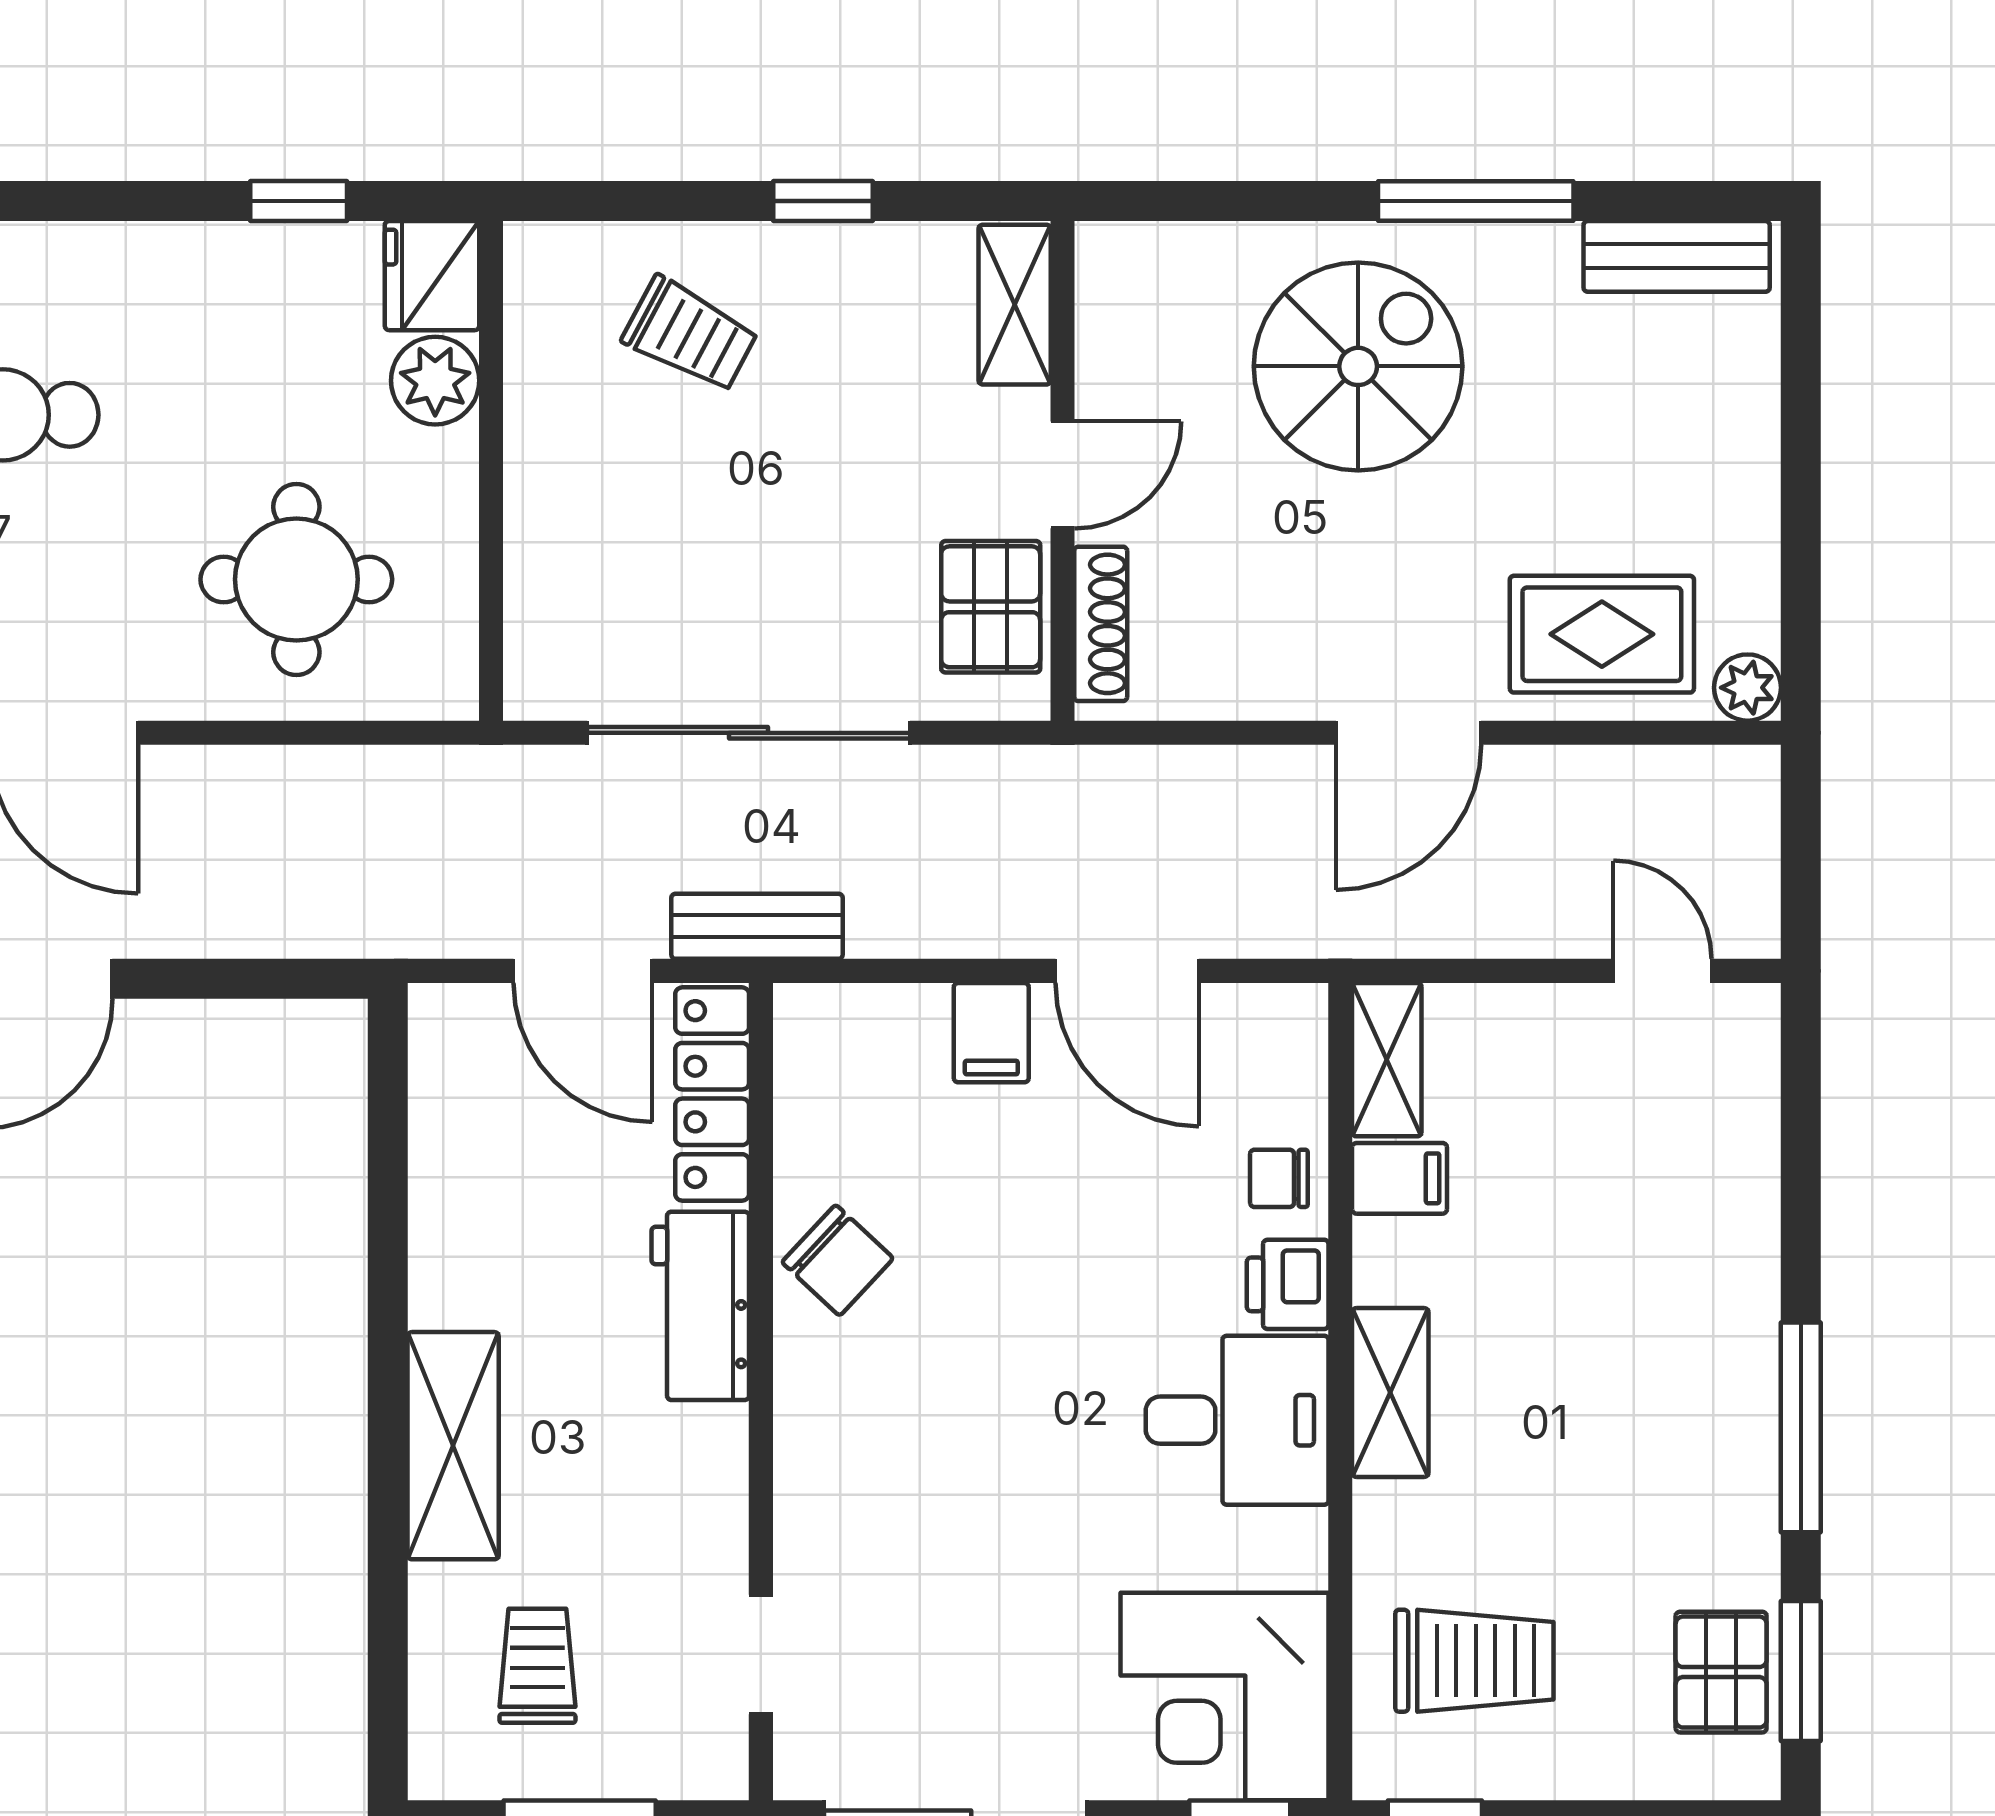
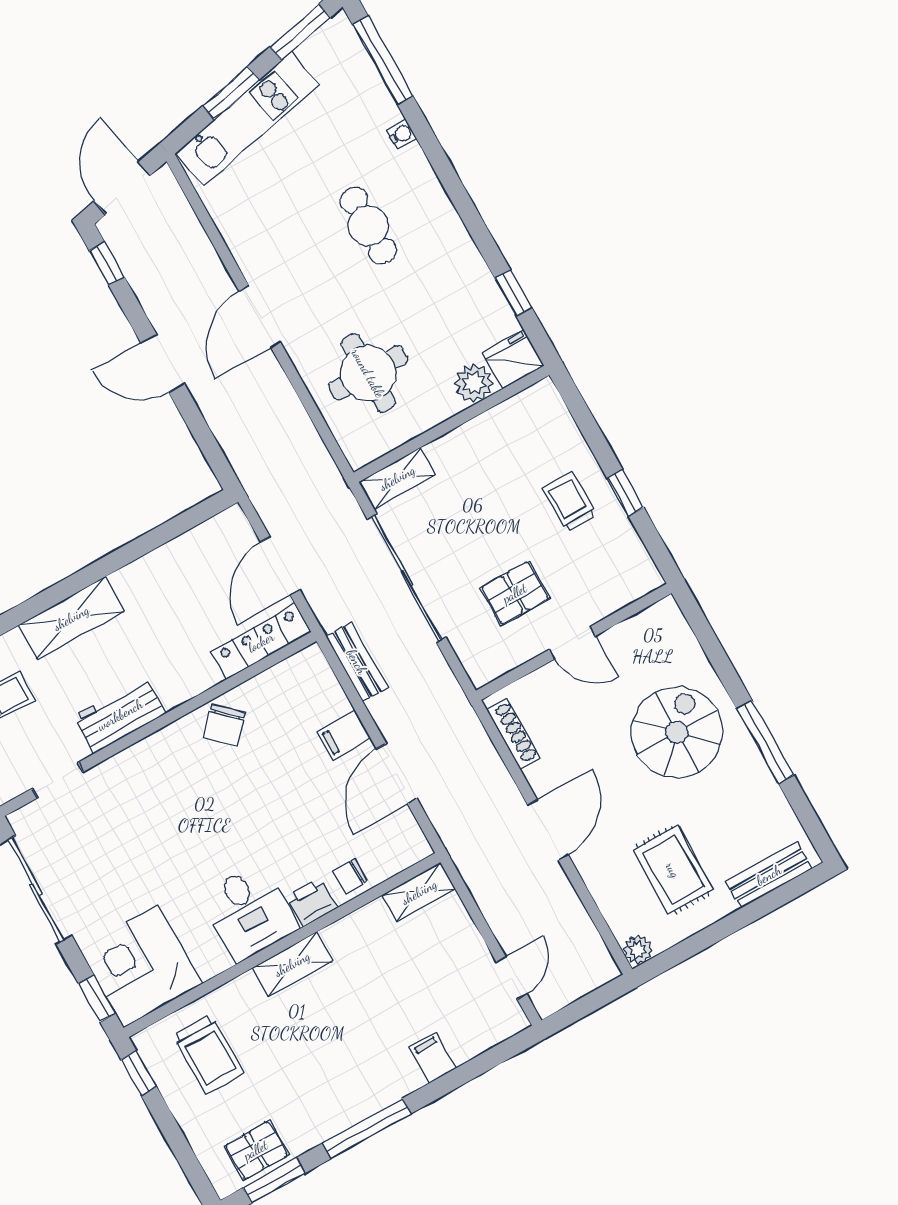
bench: (1677, 256) -> (769, 875), moved, turned 90
shelving: (1015, 305) -> (397, 478), moved
trolley: (690, 335) -> (570, 501), moved, turned 152
spiral stairs: (1358, 366) -> (677, 732), turned -90
pallet: (991, 607) -> (515, 593), moved
shoe rack: (1101, 624) -> (513, 734), moved, turned -90
rug: (1602, 634) -> (673, 870), moved
door: (1408, 733) -> (548, 830), swing flipped
bench: (757, 926) -> (357, 662), moved
chair: (1279, 1178) -> (350, 876), turned -90
filing cabinet: (1400, 1178) -> (433, 1058), moved, turned 180
workbench: (700, 1306) -> (120, 715), moved

